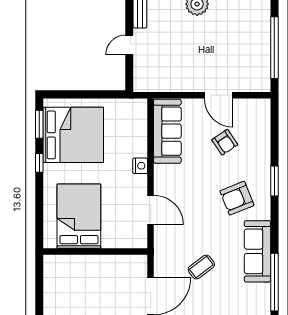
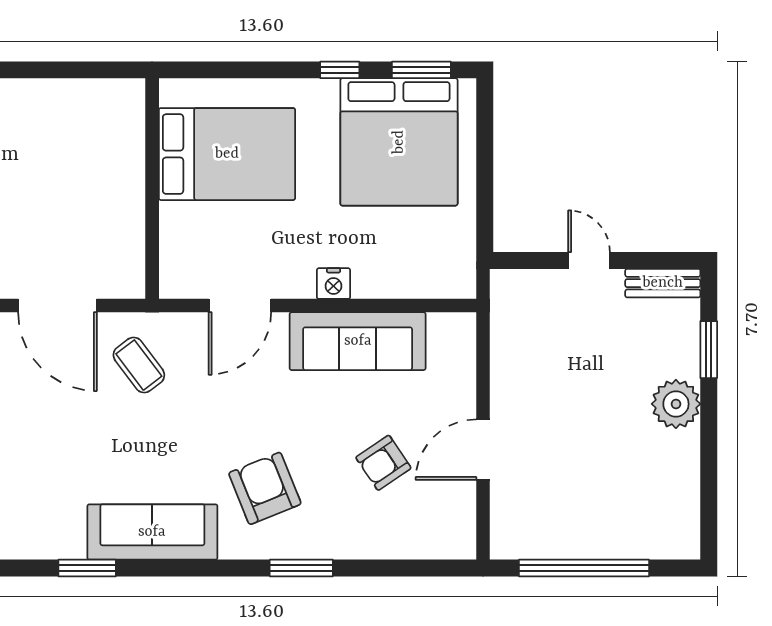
sofa: (167, 131) -> (358, 341), moved
coffee table: (201, 267) -> (139, 365), moved
window: (274, 282) -> (87, 568), width x0.47

